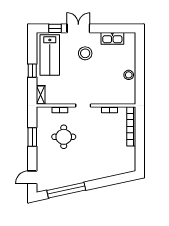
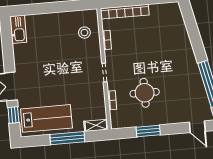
kitchen sink: (112, 38) -> (18, 29), moved
stool: (85, 53) -> (41, 76), removed
window: (32, 71) -> (67, 138), width x2.17
stool: (129, 75) -> (84, 33), moved

